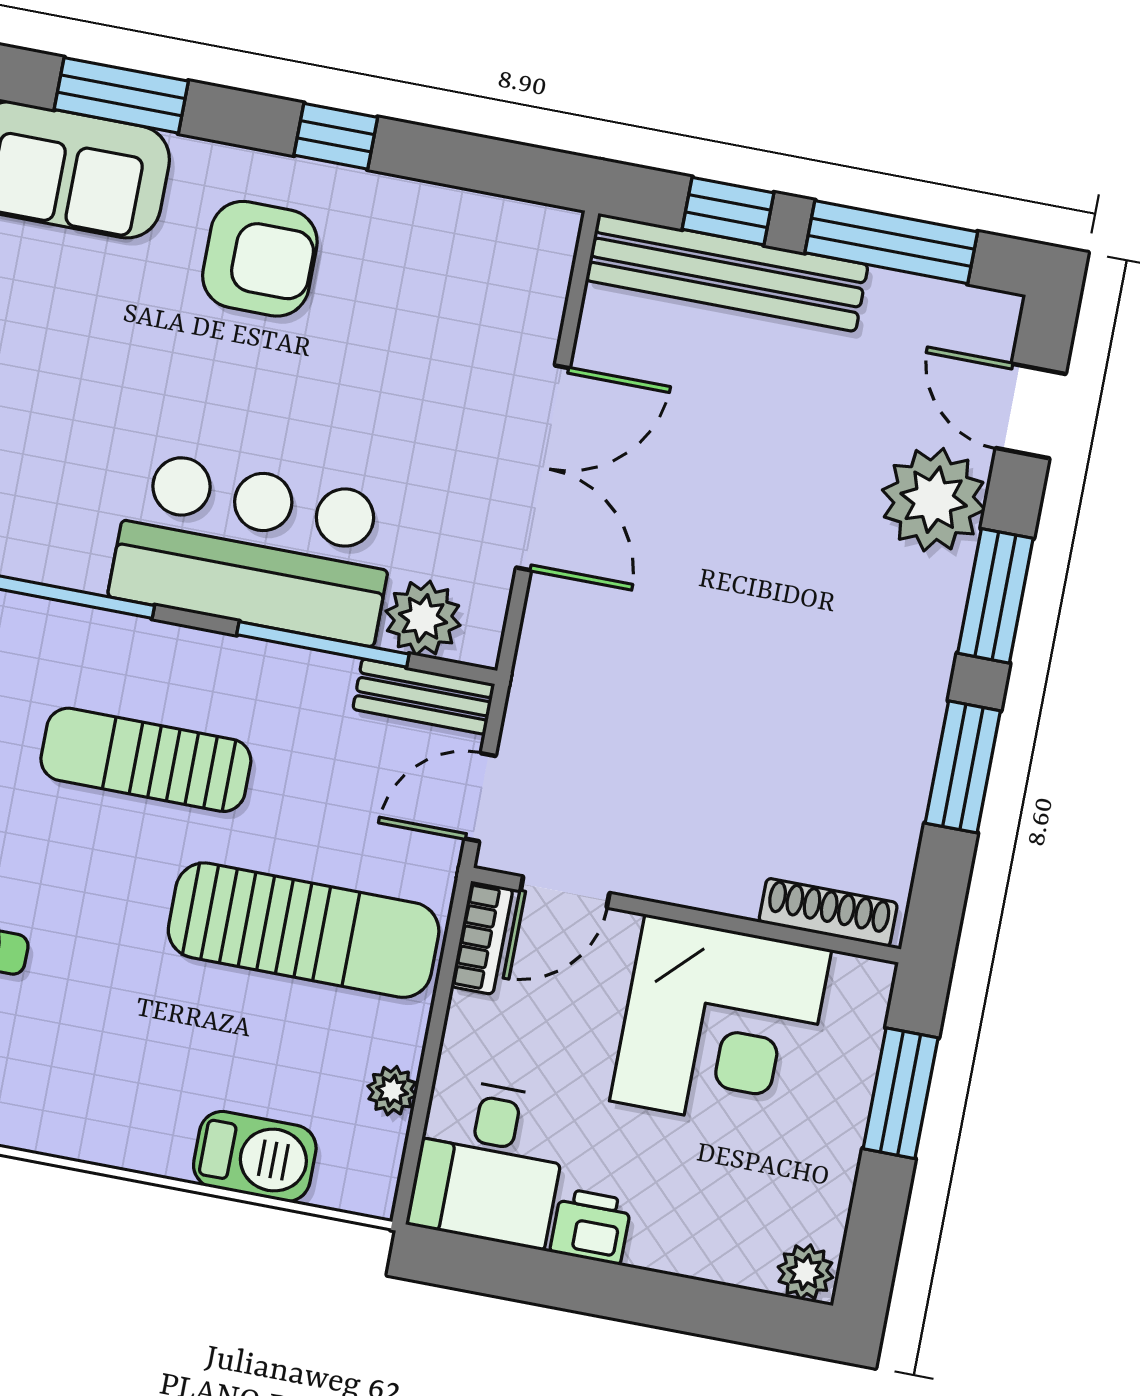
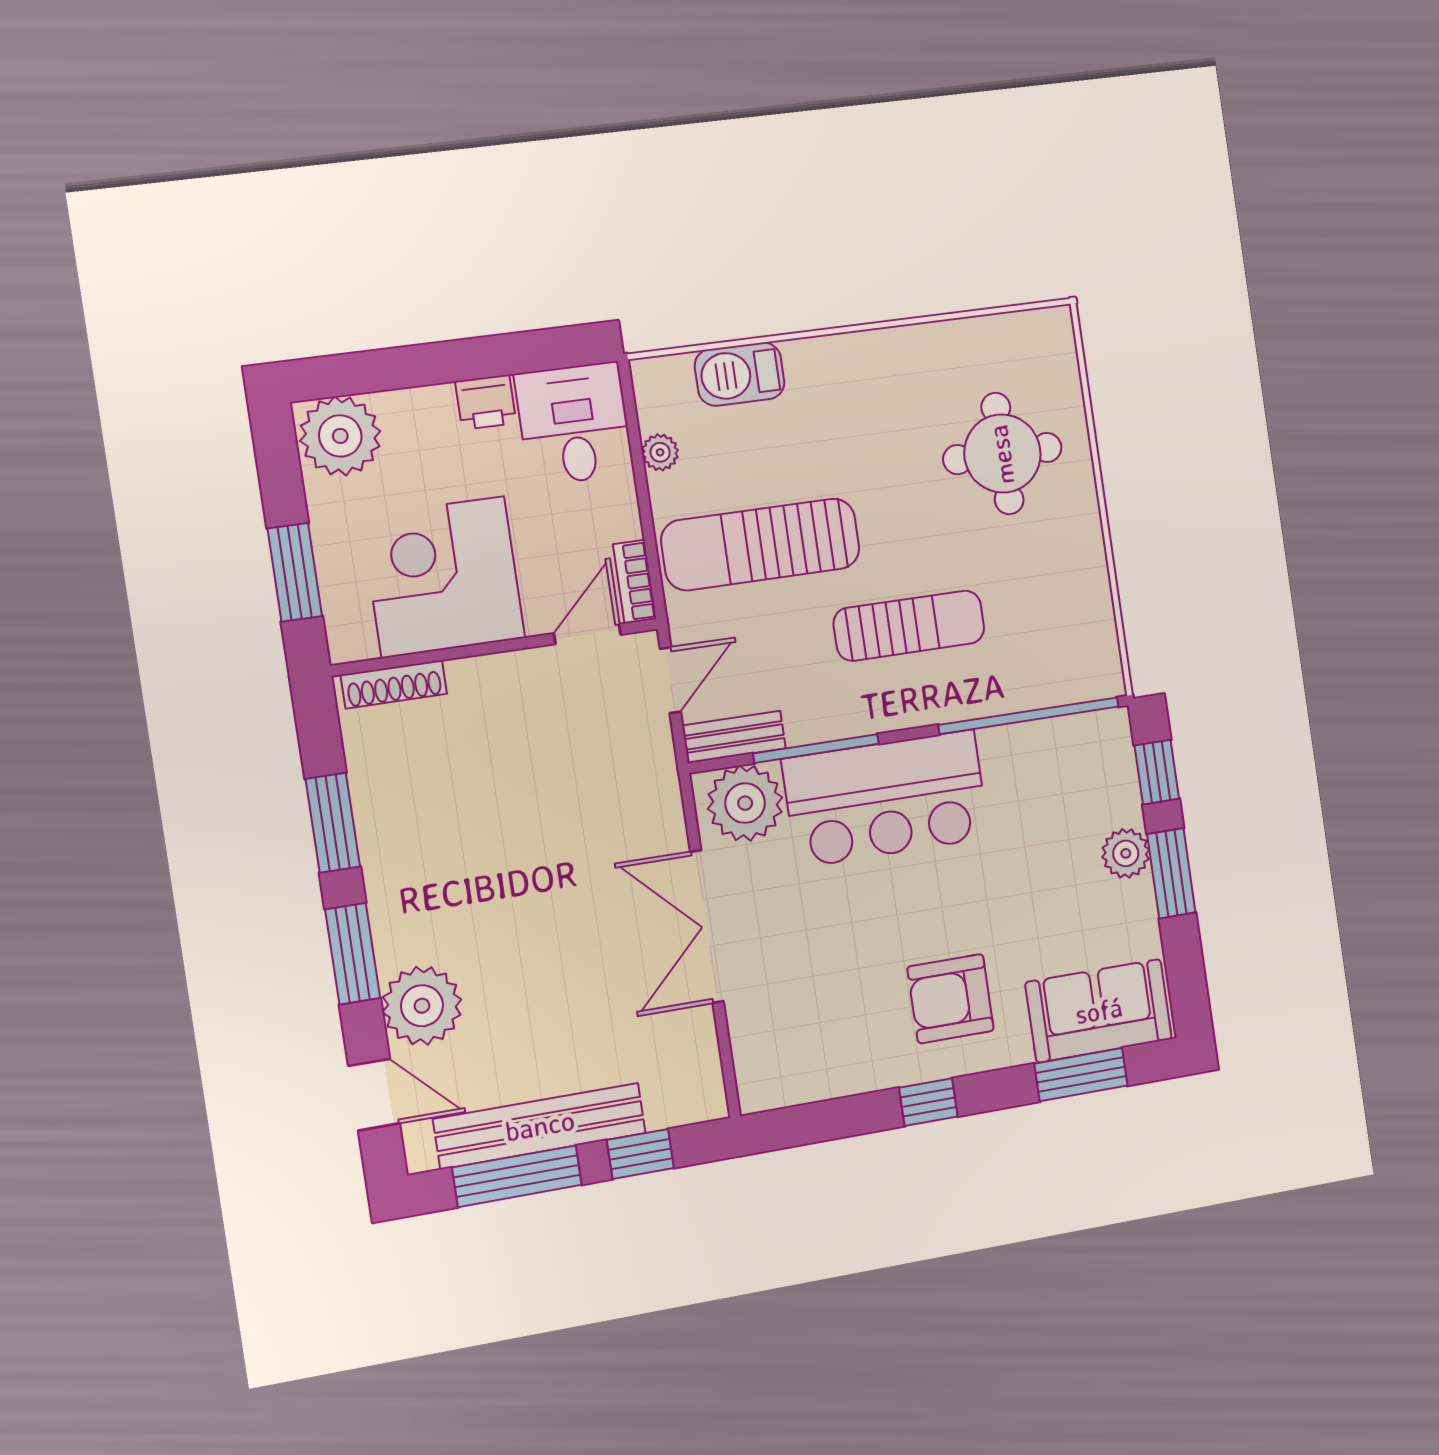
bench: (727, 273) -> (540, 1126), moved
plant: (423, 618) -> (745, 803), width x1.36, depth x1.36
plant: (805, 1272) -> (340, 436), width x1.87, depth x1.87

